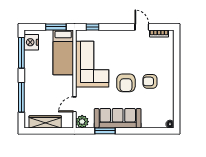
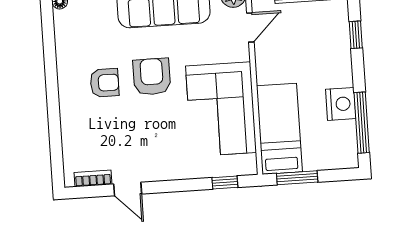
nightstand: (31, 42) -> (341, 104), moved
window: (21, 97) -> (356, 35), width x0.46

